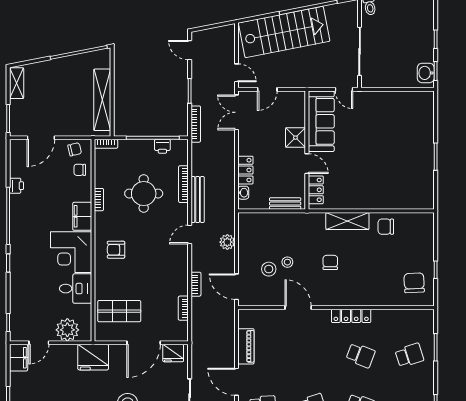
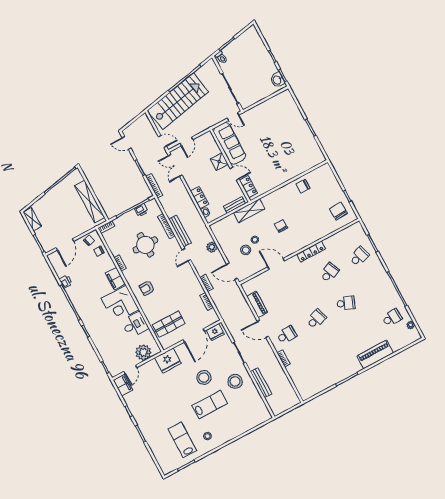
shelving: (347, 221) -> (249, 211), moved
school desk: (361, 355) -> (329, 272), turned -45

